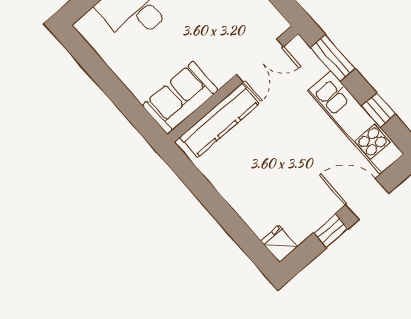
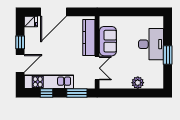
double door: (260, 60) -> (97, 68), swing flipped
sofa: (180, 98) -> (108, 41), moved
door: (229, 219) -> (54, 12), added

